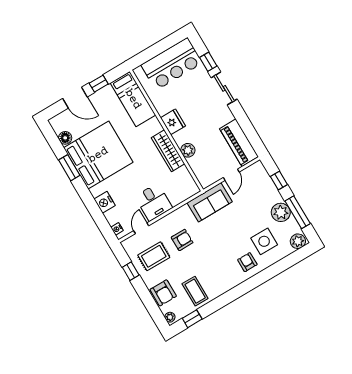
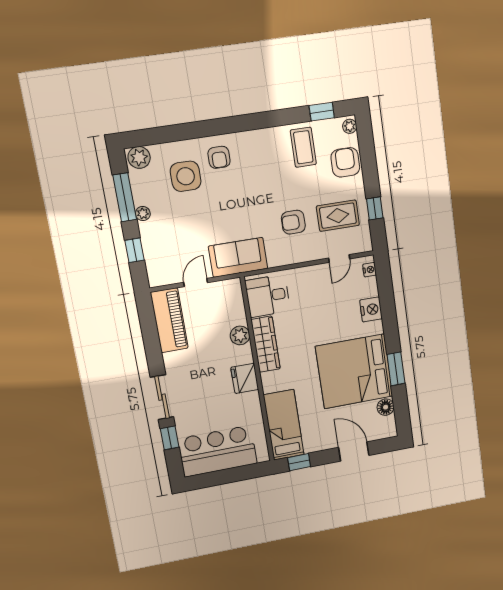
window: (99, 84) -> (299, 462), moved
desk: (154, 202) -> (268, 296), moved, turned -90
plant: (281, 212) -> (143, 214), width x0.53, depth x0.53

